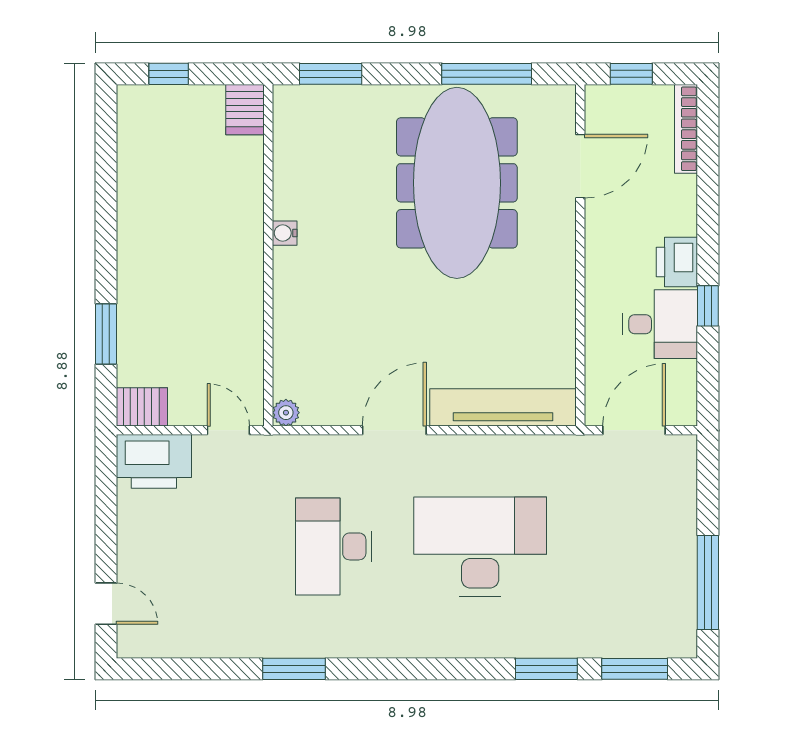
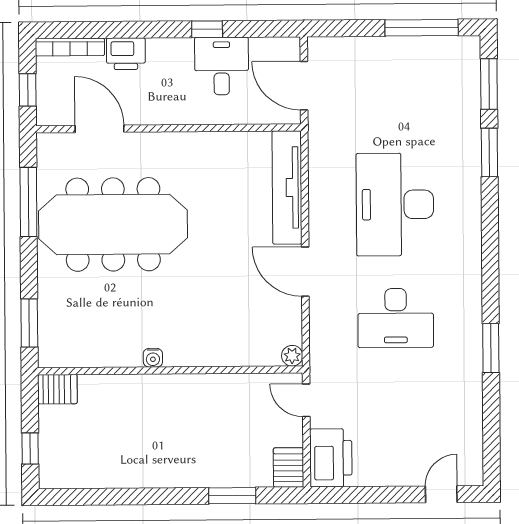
printer: (677, 262) -> (126, 54), moved
door: (228, 430) -> (306, 400), hinge flipped

